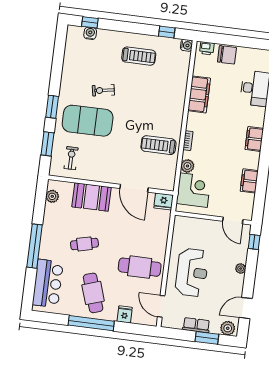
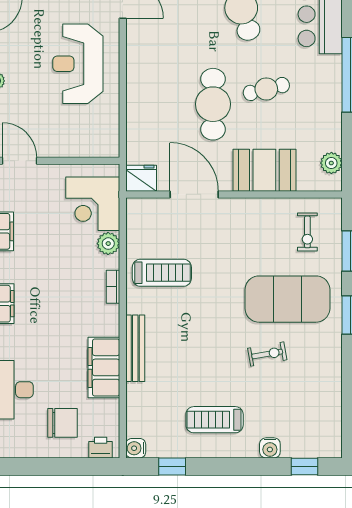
water cooler: (90, 33) -> (270, 448), moved
chair: (227, 55) -> (63, 423), moved, turned 180
bench: (179, 103) -> (135, 348), added
cafe table: (140, 267) -> (213, 104), moved, turned 90

